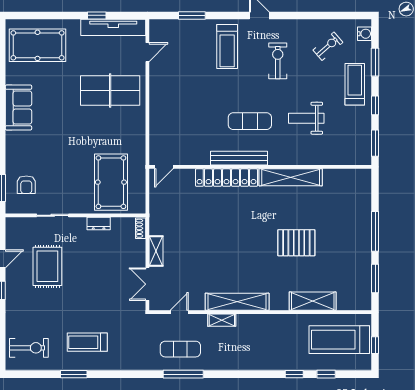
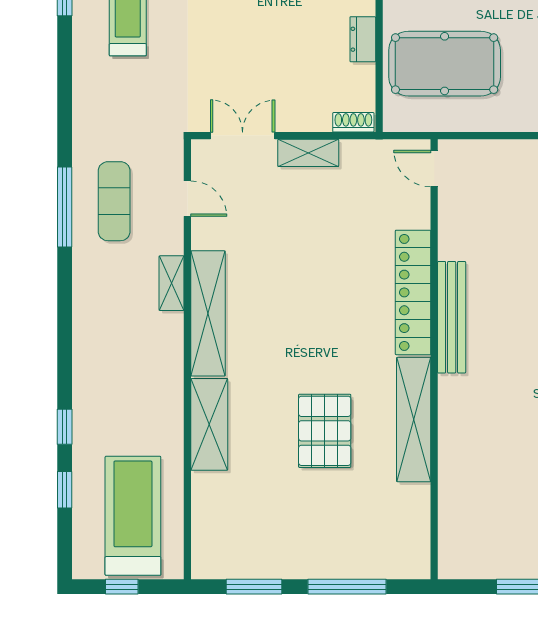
bench: (239, 158) -> (452, 317), moved
door: (164, 167) -> (434, 169), moved
wall: (260, 167) -> (434, 359), moved
shelving: (291, 177) -> (414, 420), moved
locker: (226, 178) -> (413, 292), moved
shelving: (313, 301) -> (209, 424), moved

